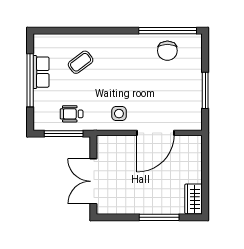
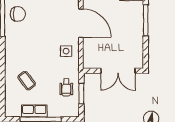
window: (64, 134) -> (81, 94), width x0.69

